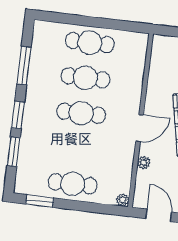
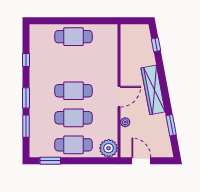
window: (24, 66) -> (26, 60), width x0.46
cafe table: (85, 78) -> (74, 118), moved
plant: (123, 200) -> (109, 148), width x1.87, depth x1.87

